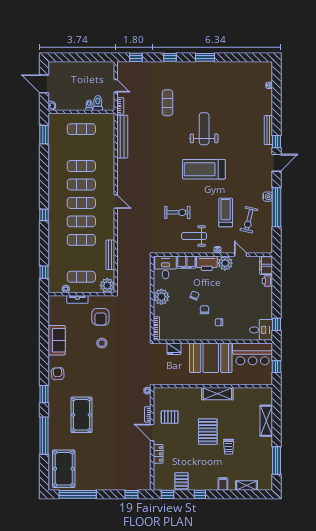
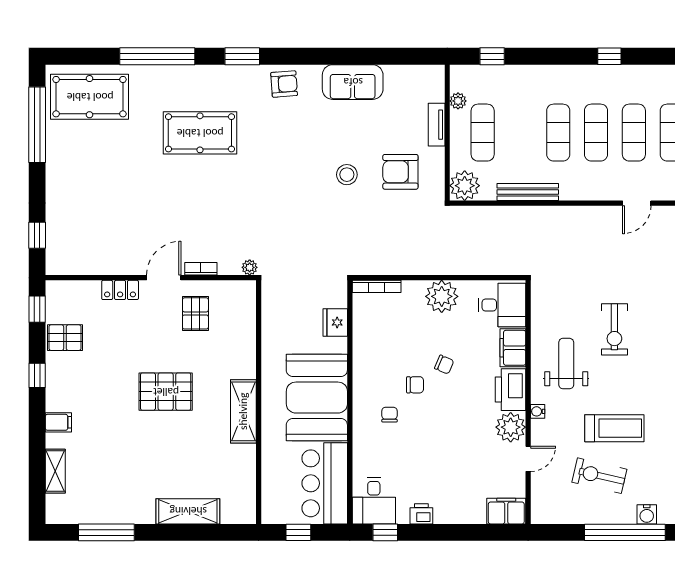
printer: (267, 281) -> (421, 514), moved
trolley: (229, 447) -> (135, 434), removed

